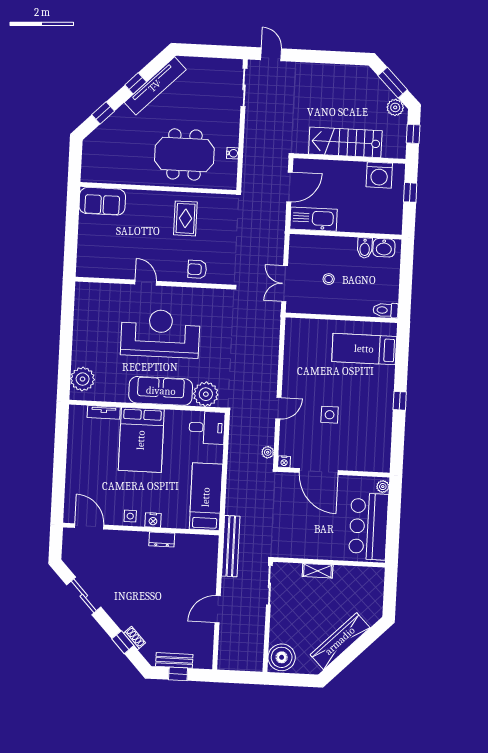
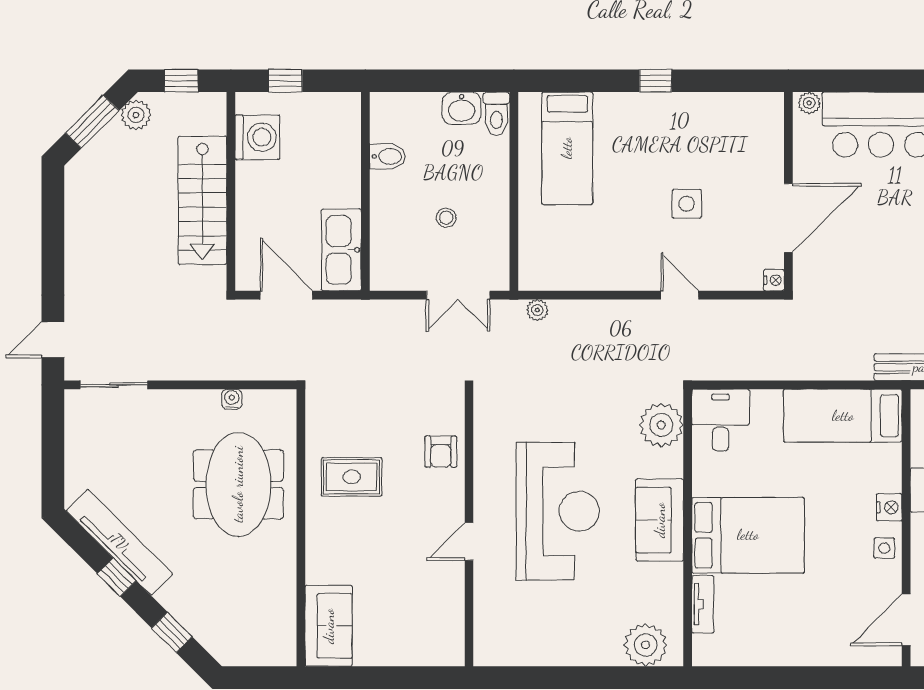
washbasin: (384, 248) -> (462, 108), moved, turned 90
reception desk: (160, 333) -> (558, 511), turned 180
sofa: (161, 391) -> (660, 520), width x0.73
plant: (268, 452) -> (537, 310), moved

